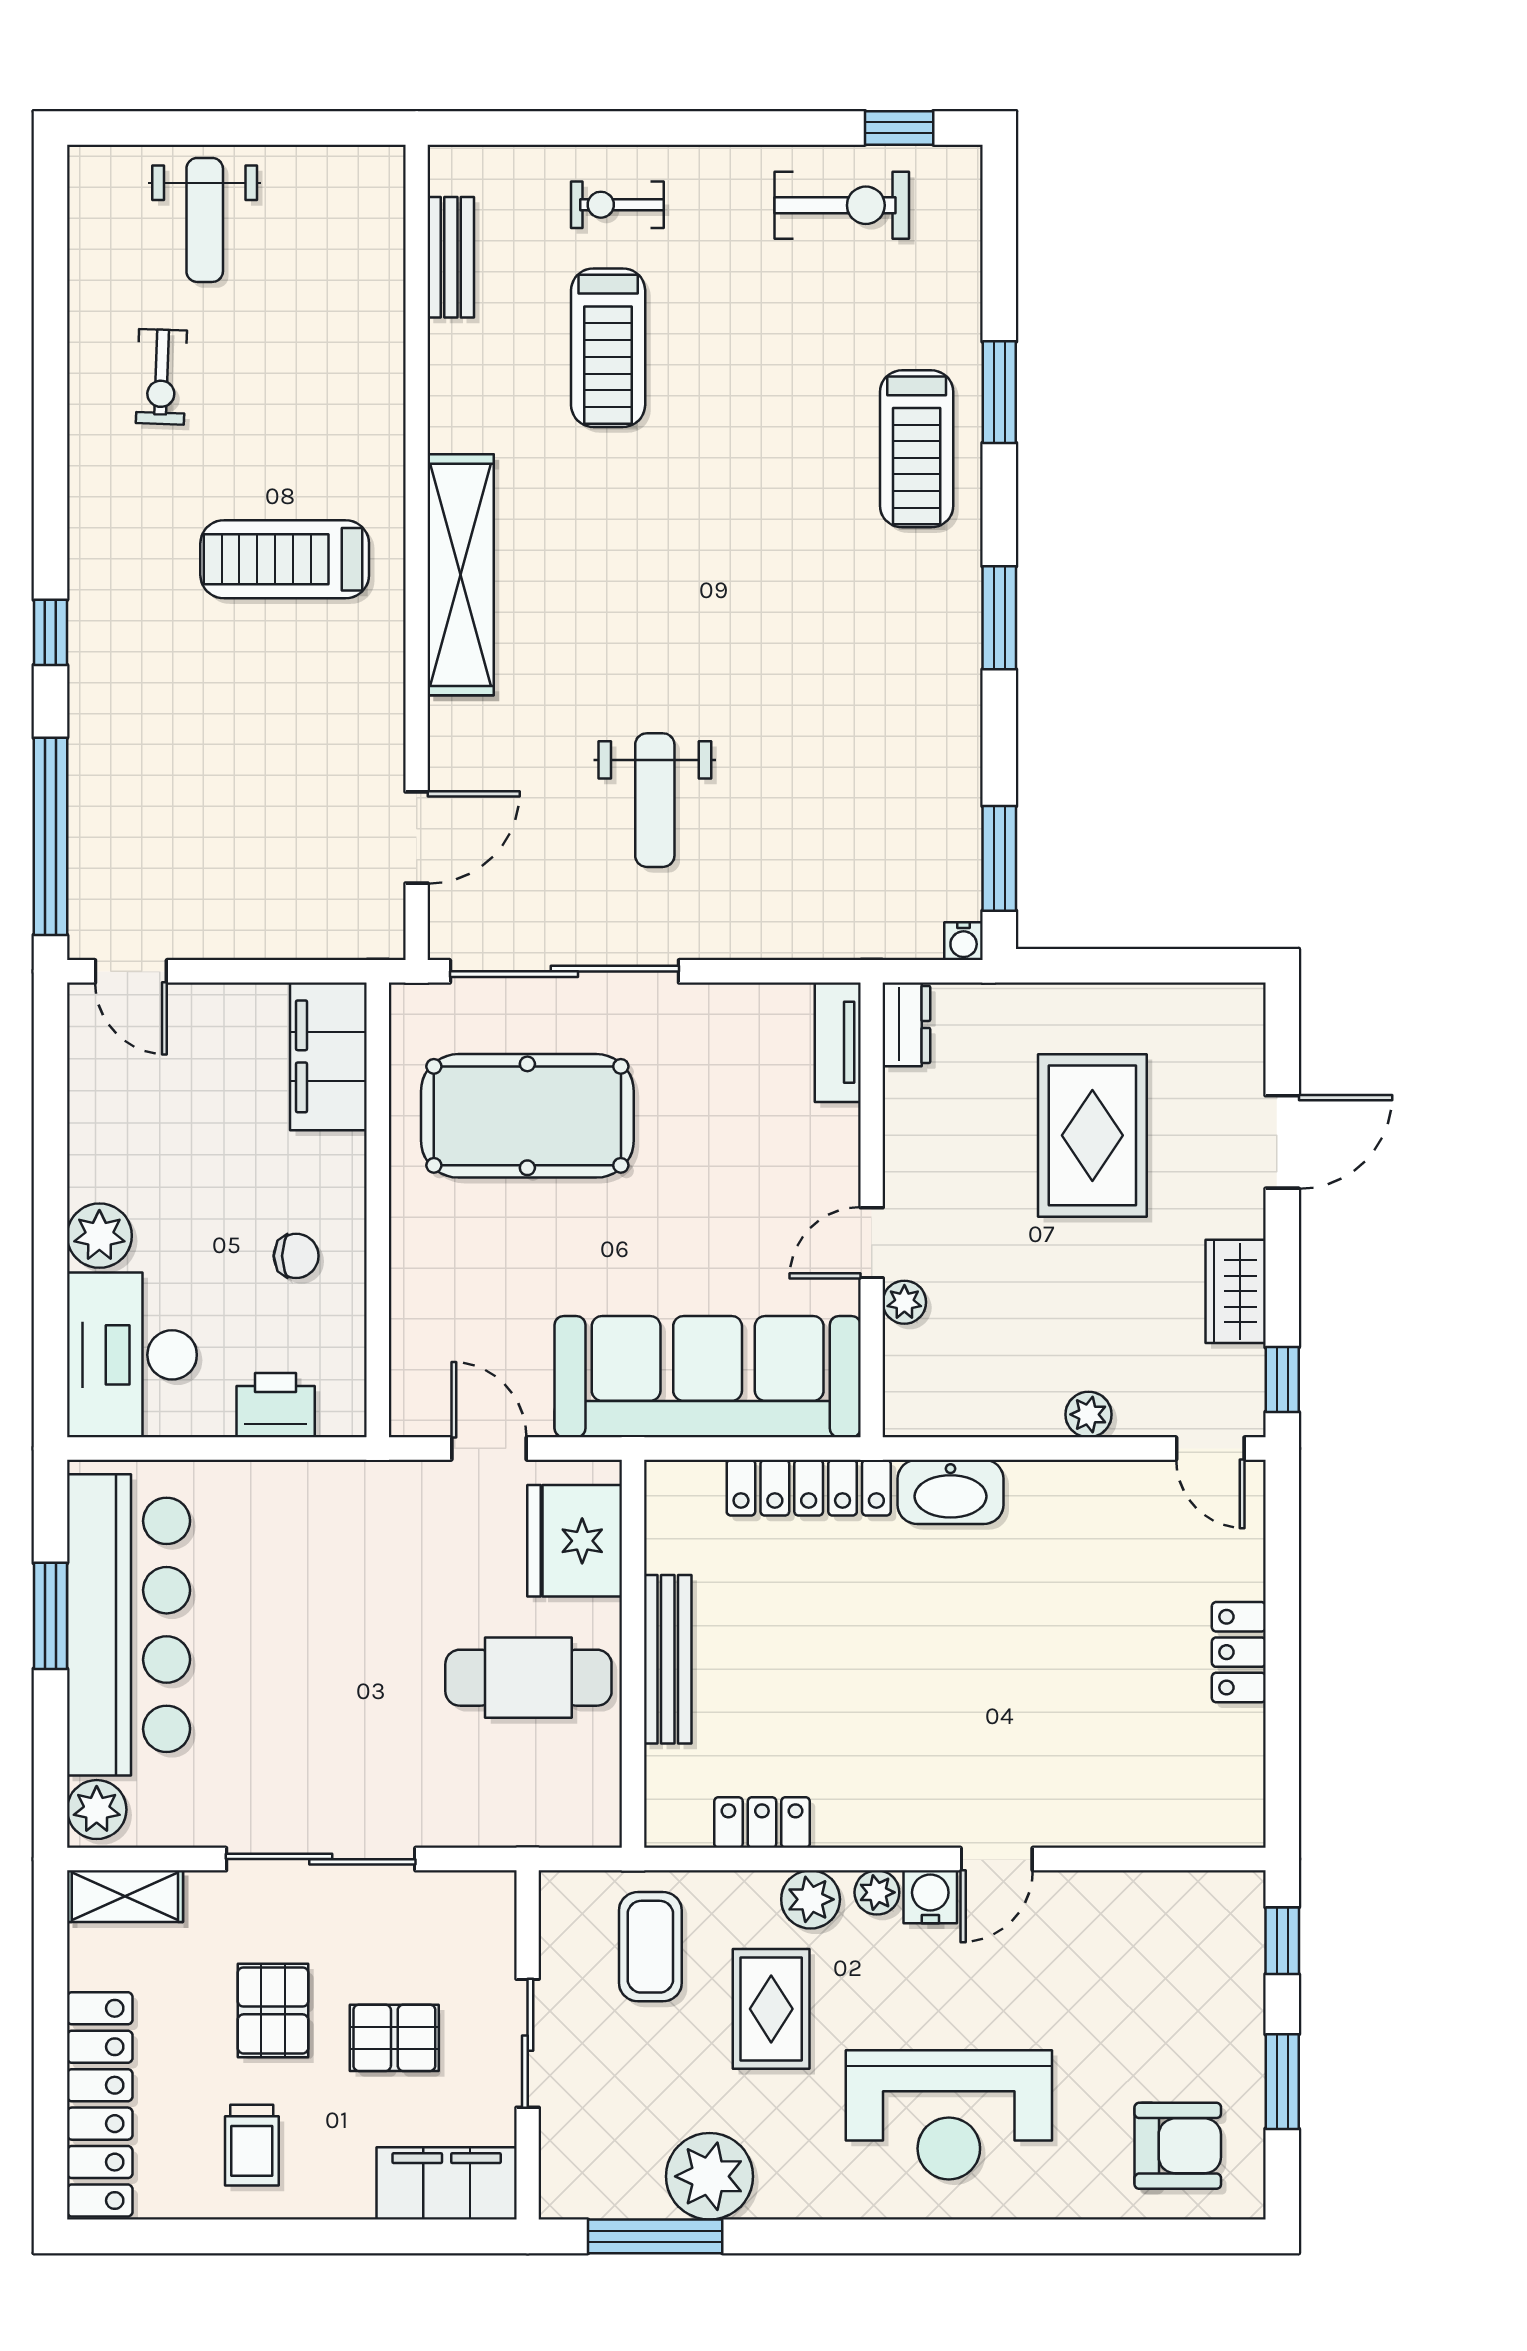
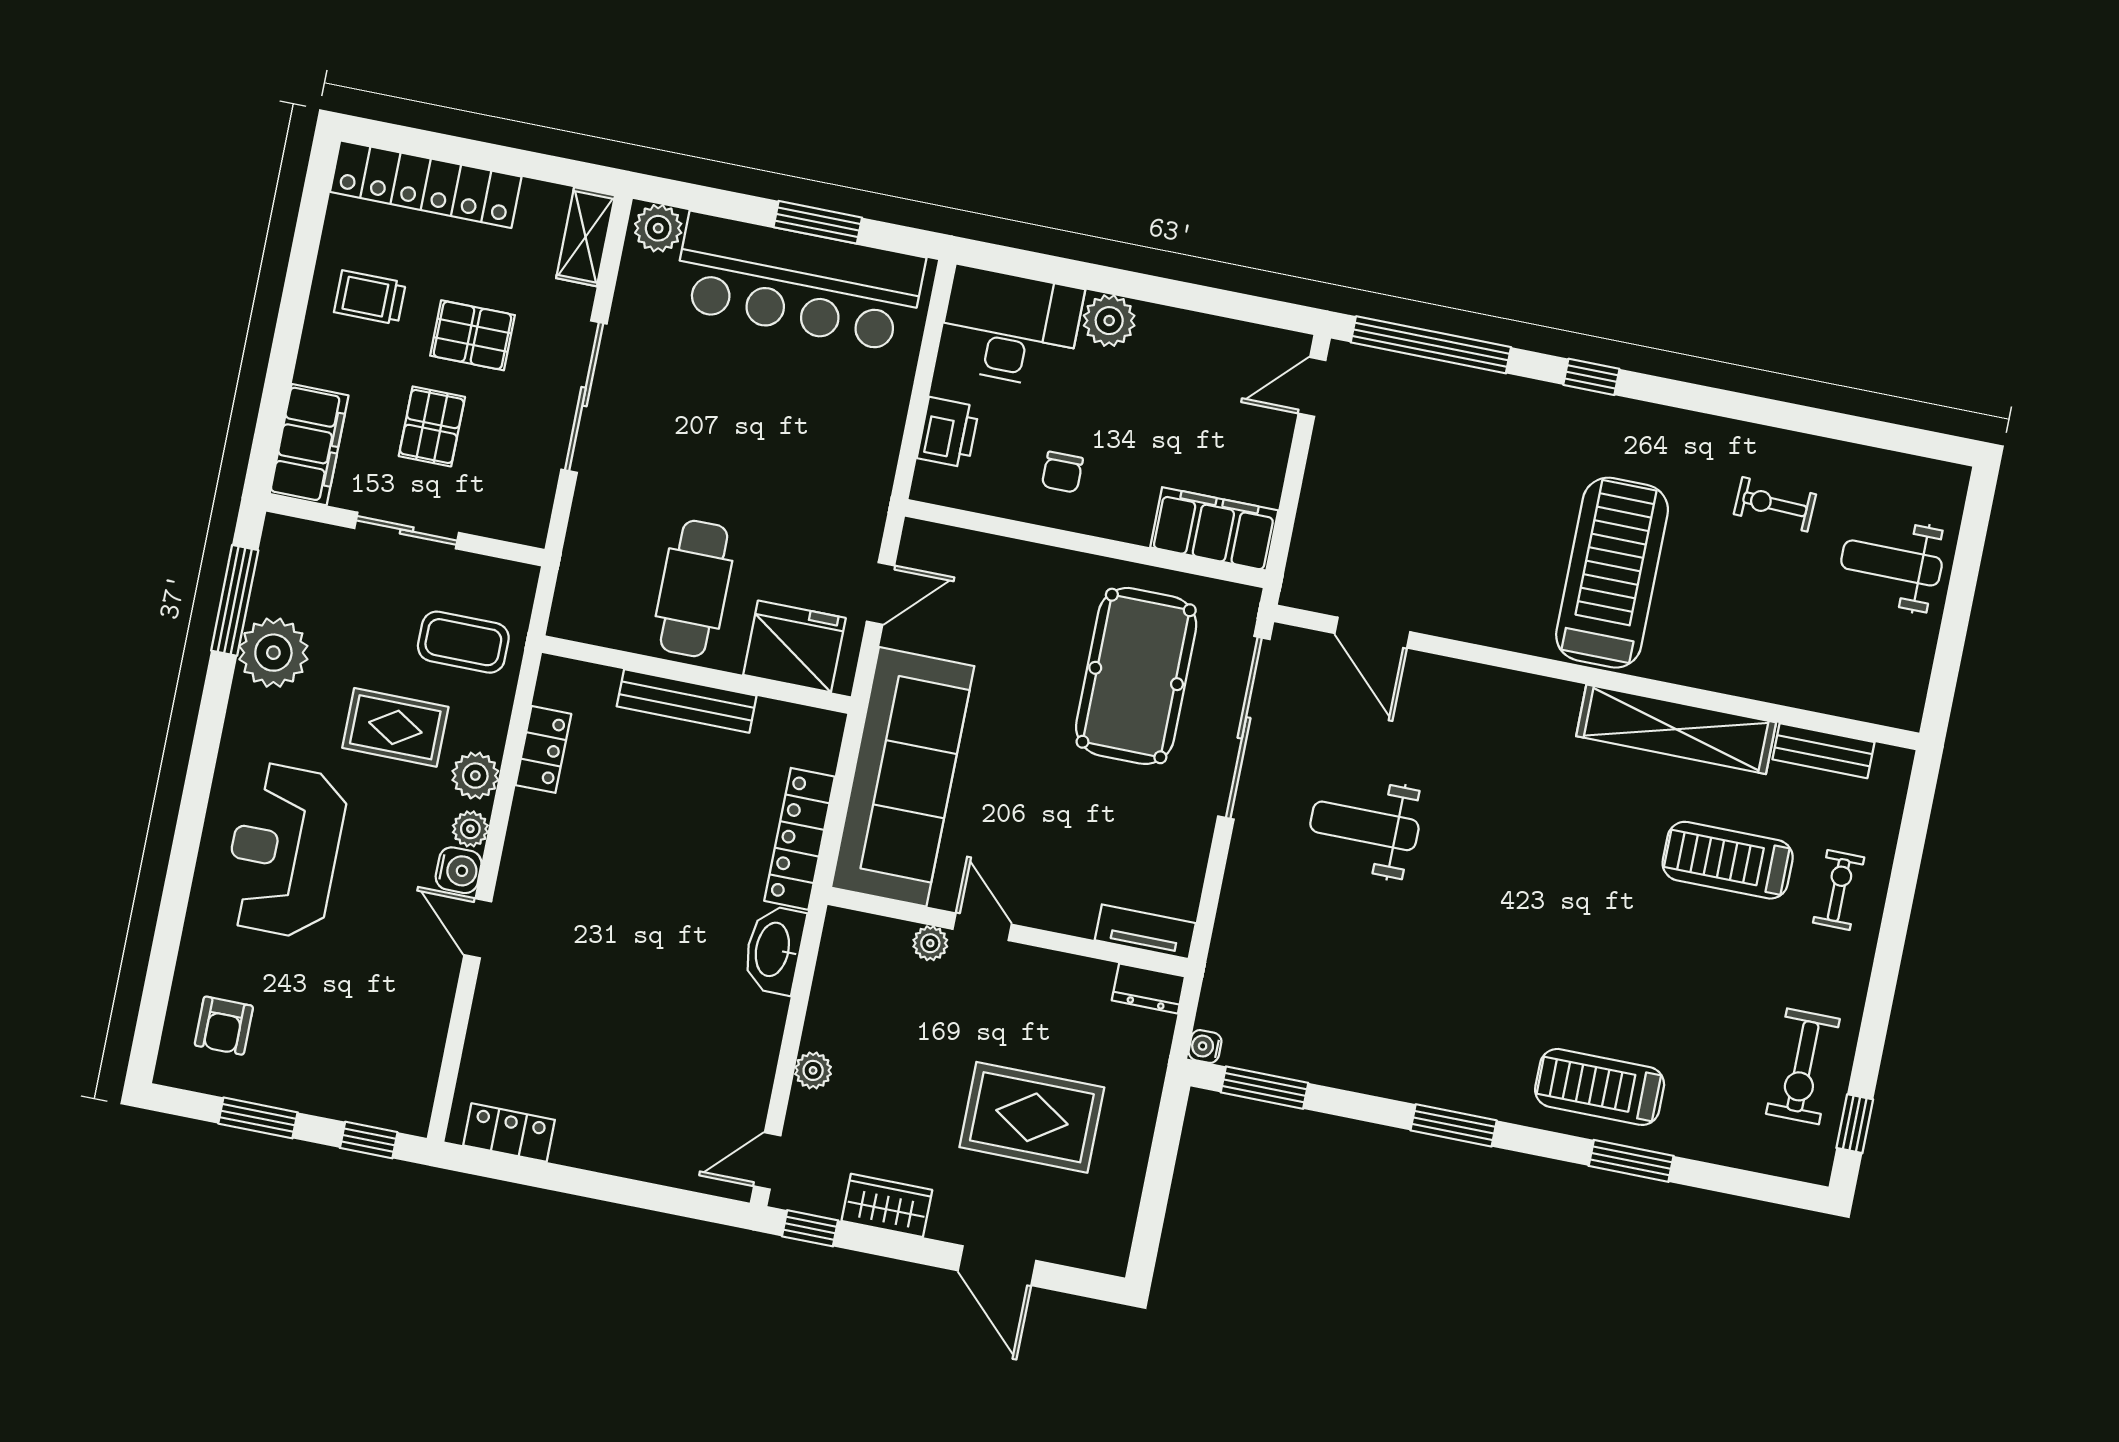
treadmill: (285, 559) -> (1612, 573), width x1.37, depth x1.38
shelving: (461, 575) -> (1676, 729), moved
locker: (1239, 1652) -> (509, 1133), moved
armchair: (1178, 2146) -> (224, 1026), width x0.72, depth x0.72

